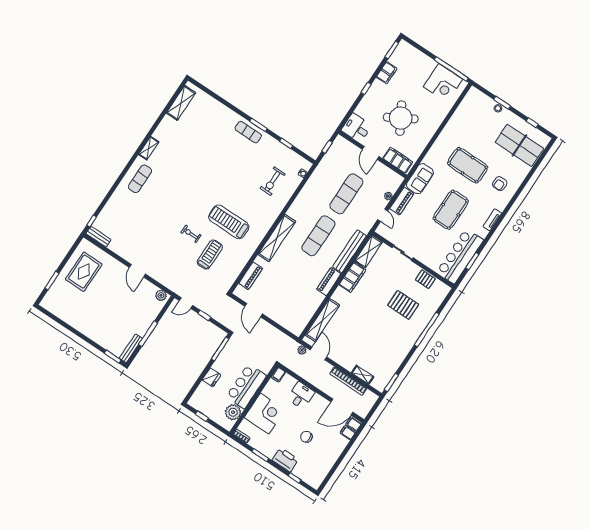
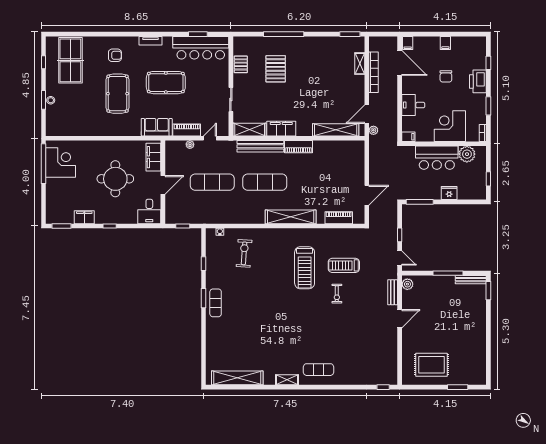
shelving: (181, 103) -> (237, 378), width x1.47
round table: (401, 118) -> (115, 179), turned 30
exercise bike: (273, 181) -> (244, 253), turned -86
bench: (98, 237) -> (393, 292), moved
filing cabinet: (348, 433) -> (445, 43), moved

